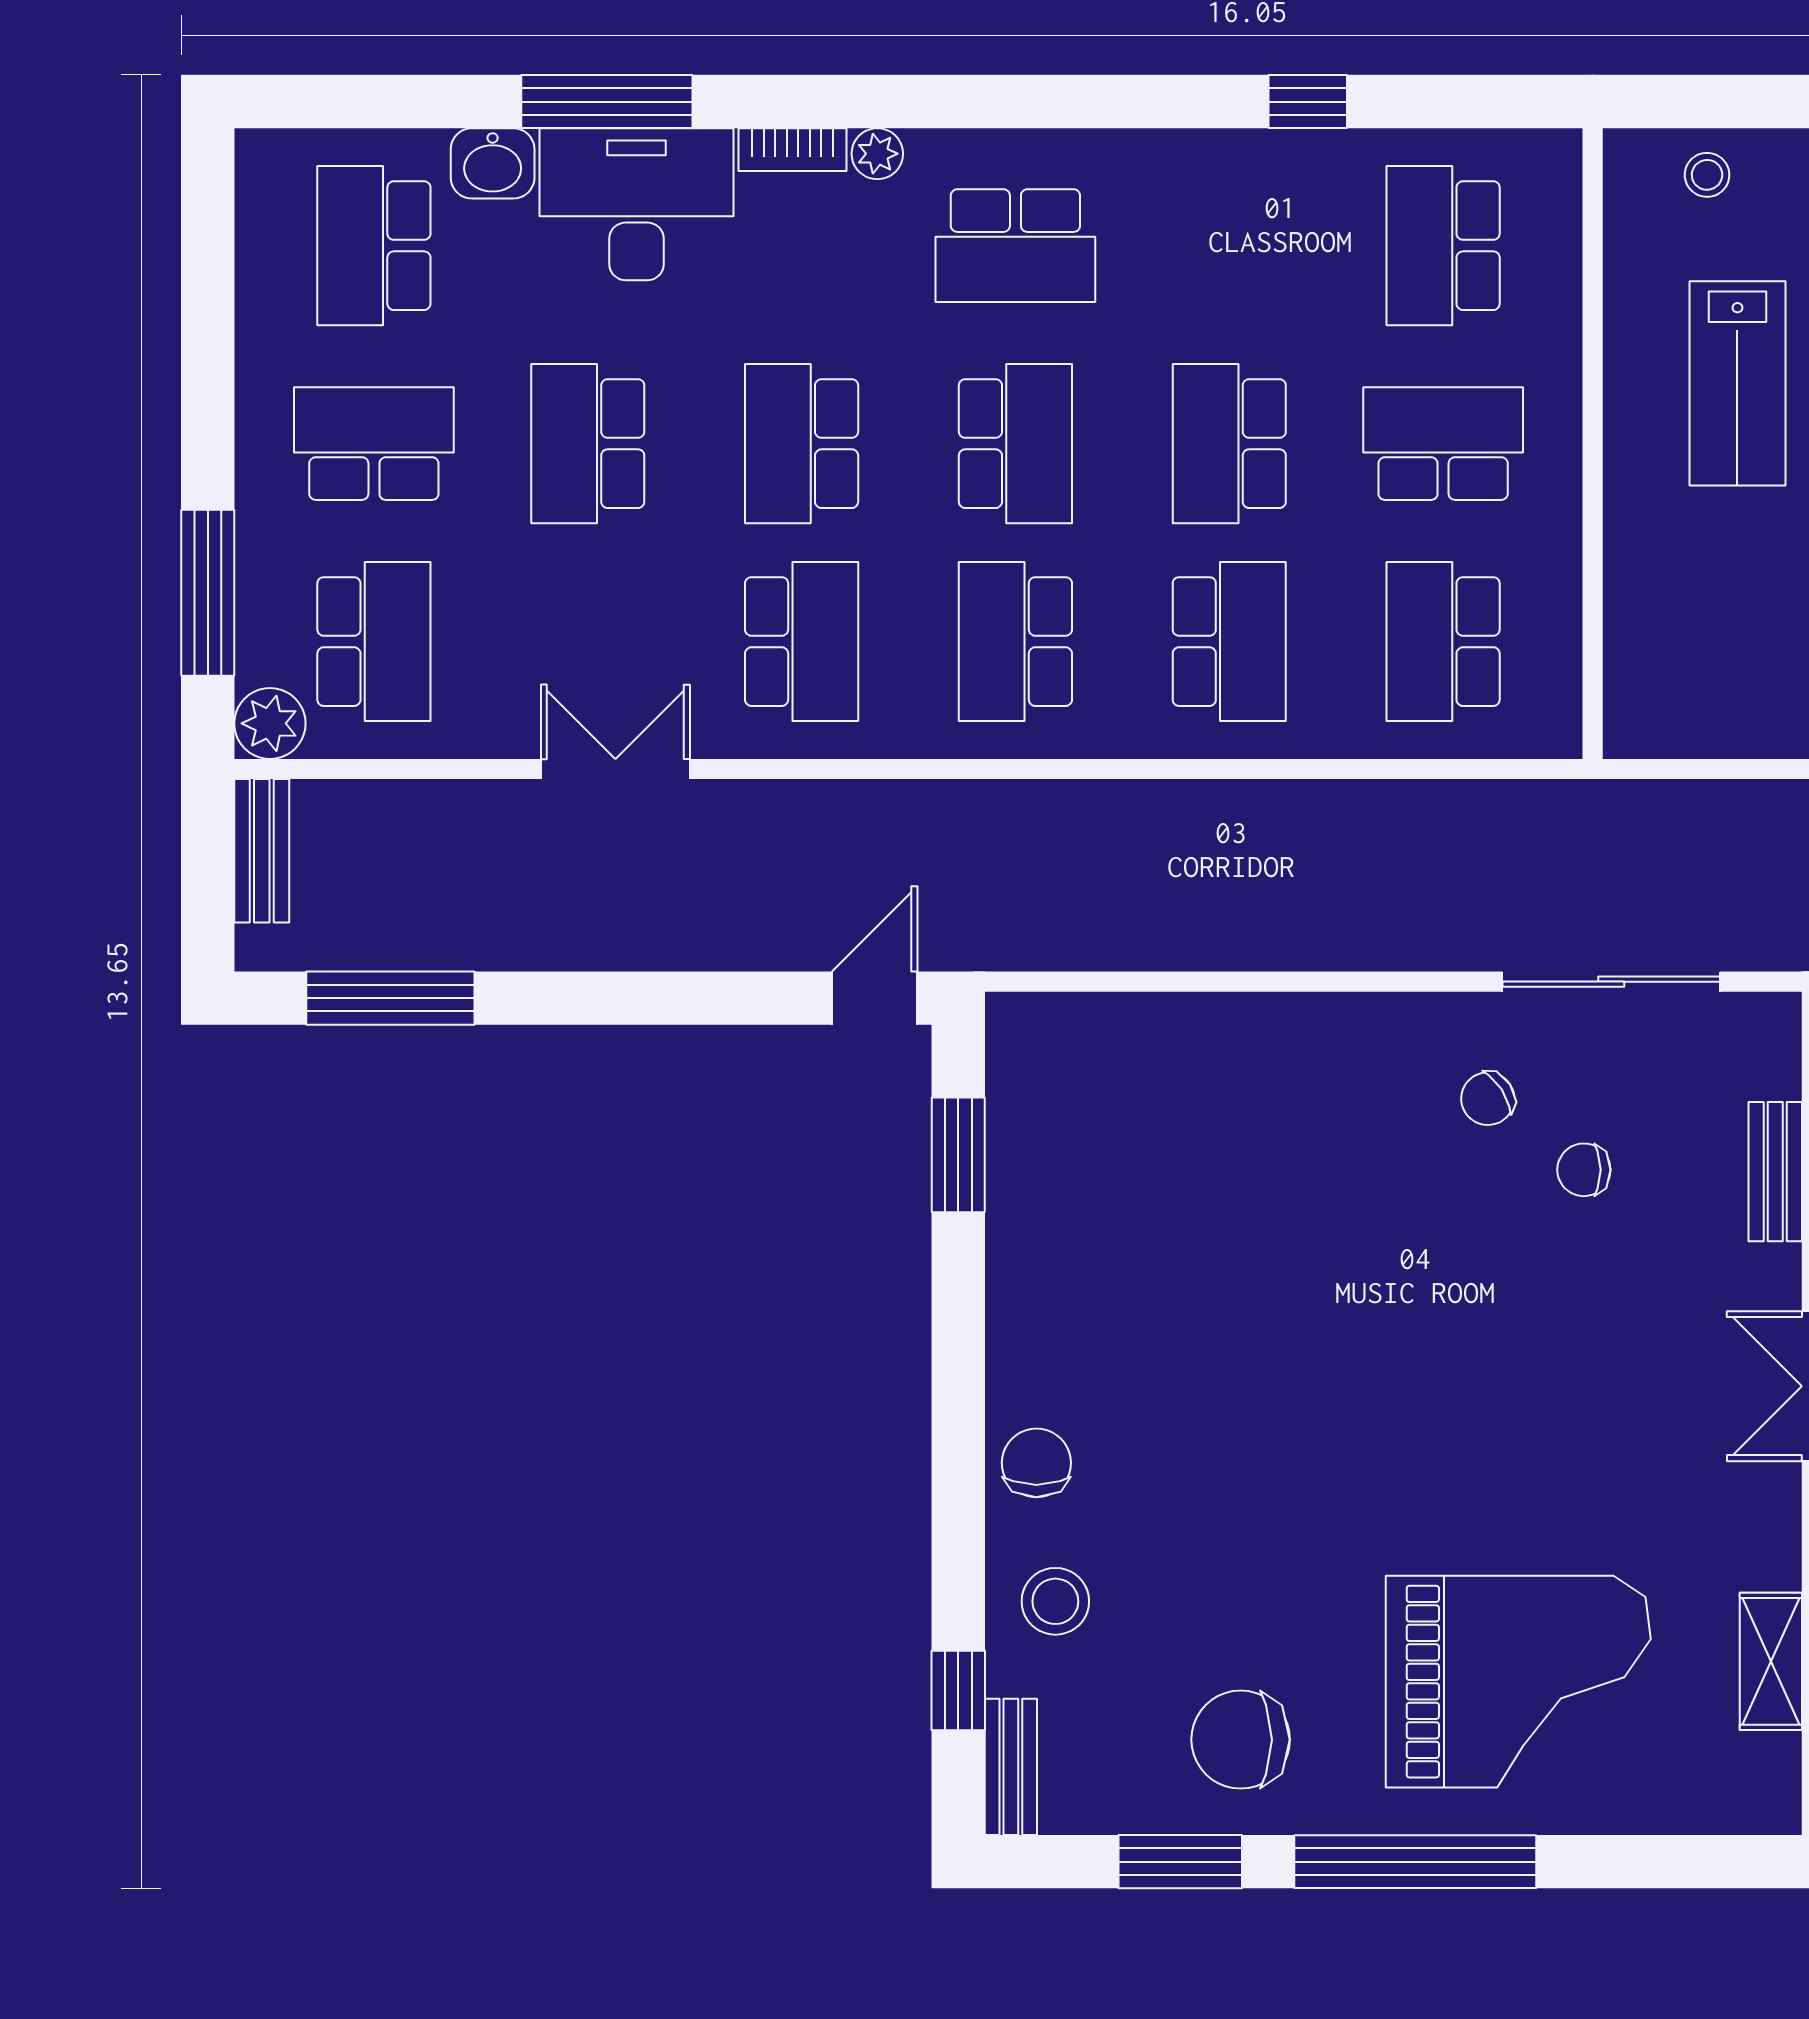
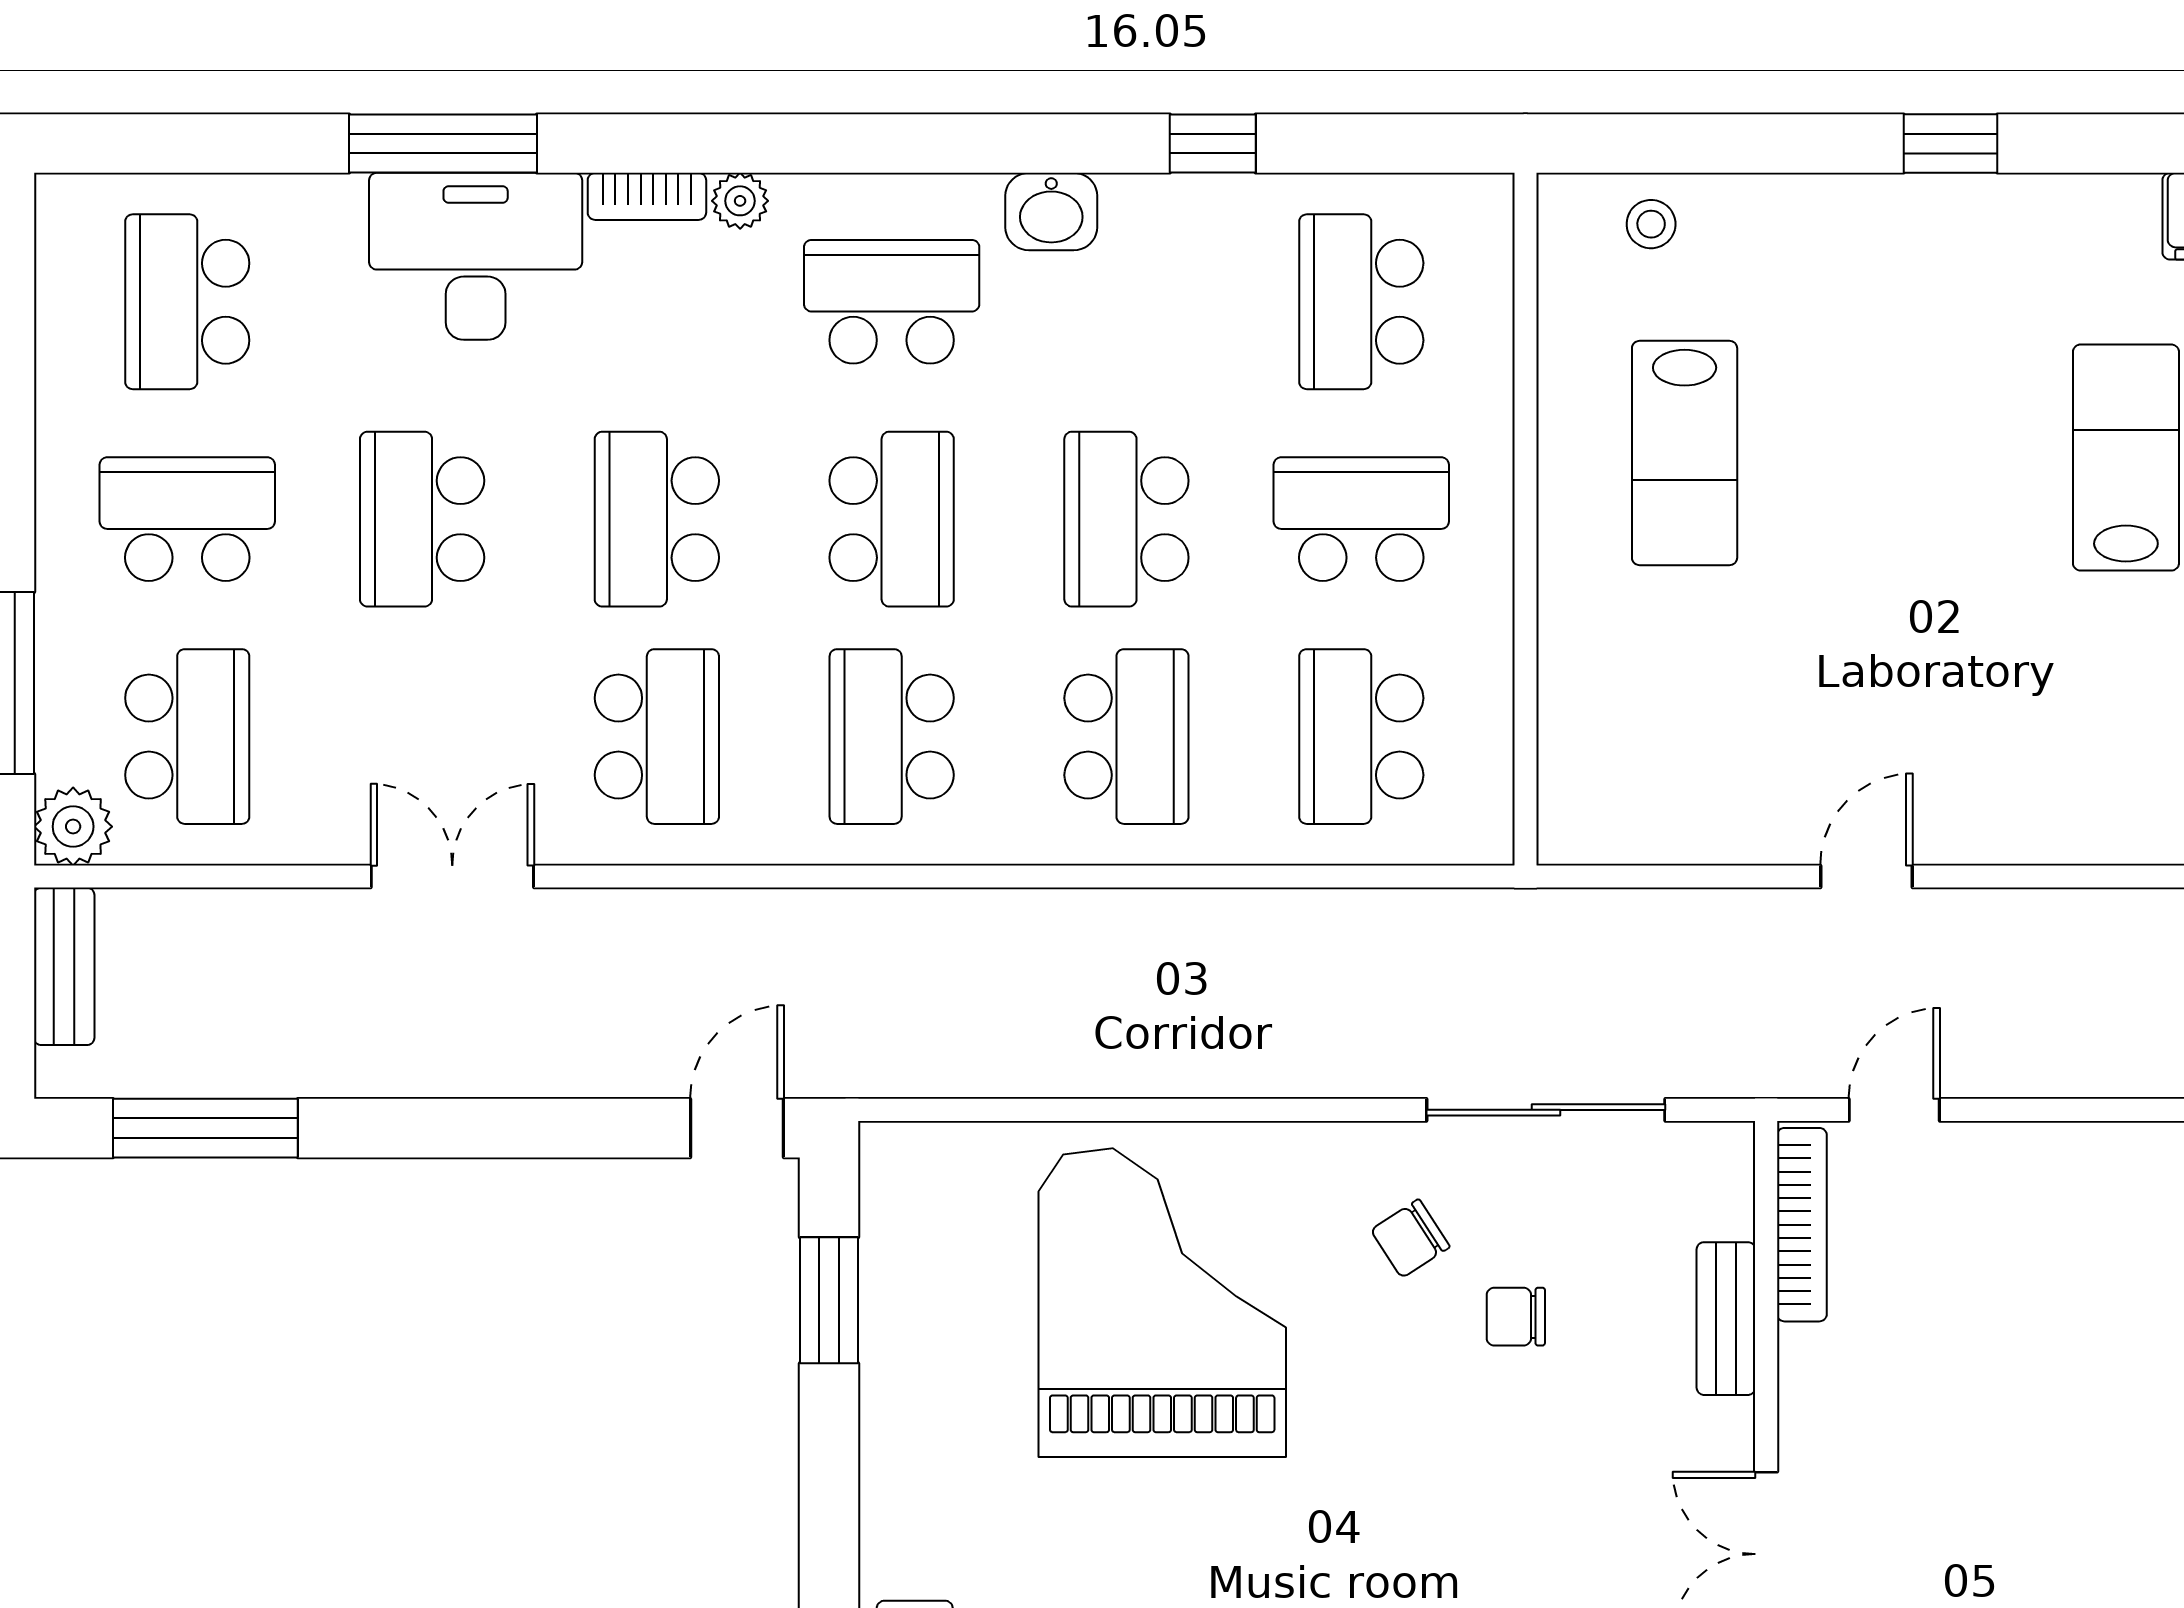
washbasin: (493, 163) -> (1051, 212), moved
school desk: (1015, 246) -> (892, 302), turned 180
grand piano: (1262, 1157) -> (1162, 1303), added

